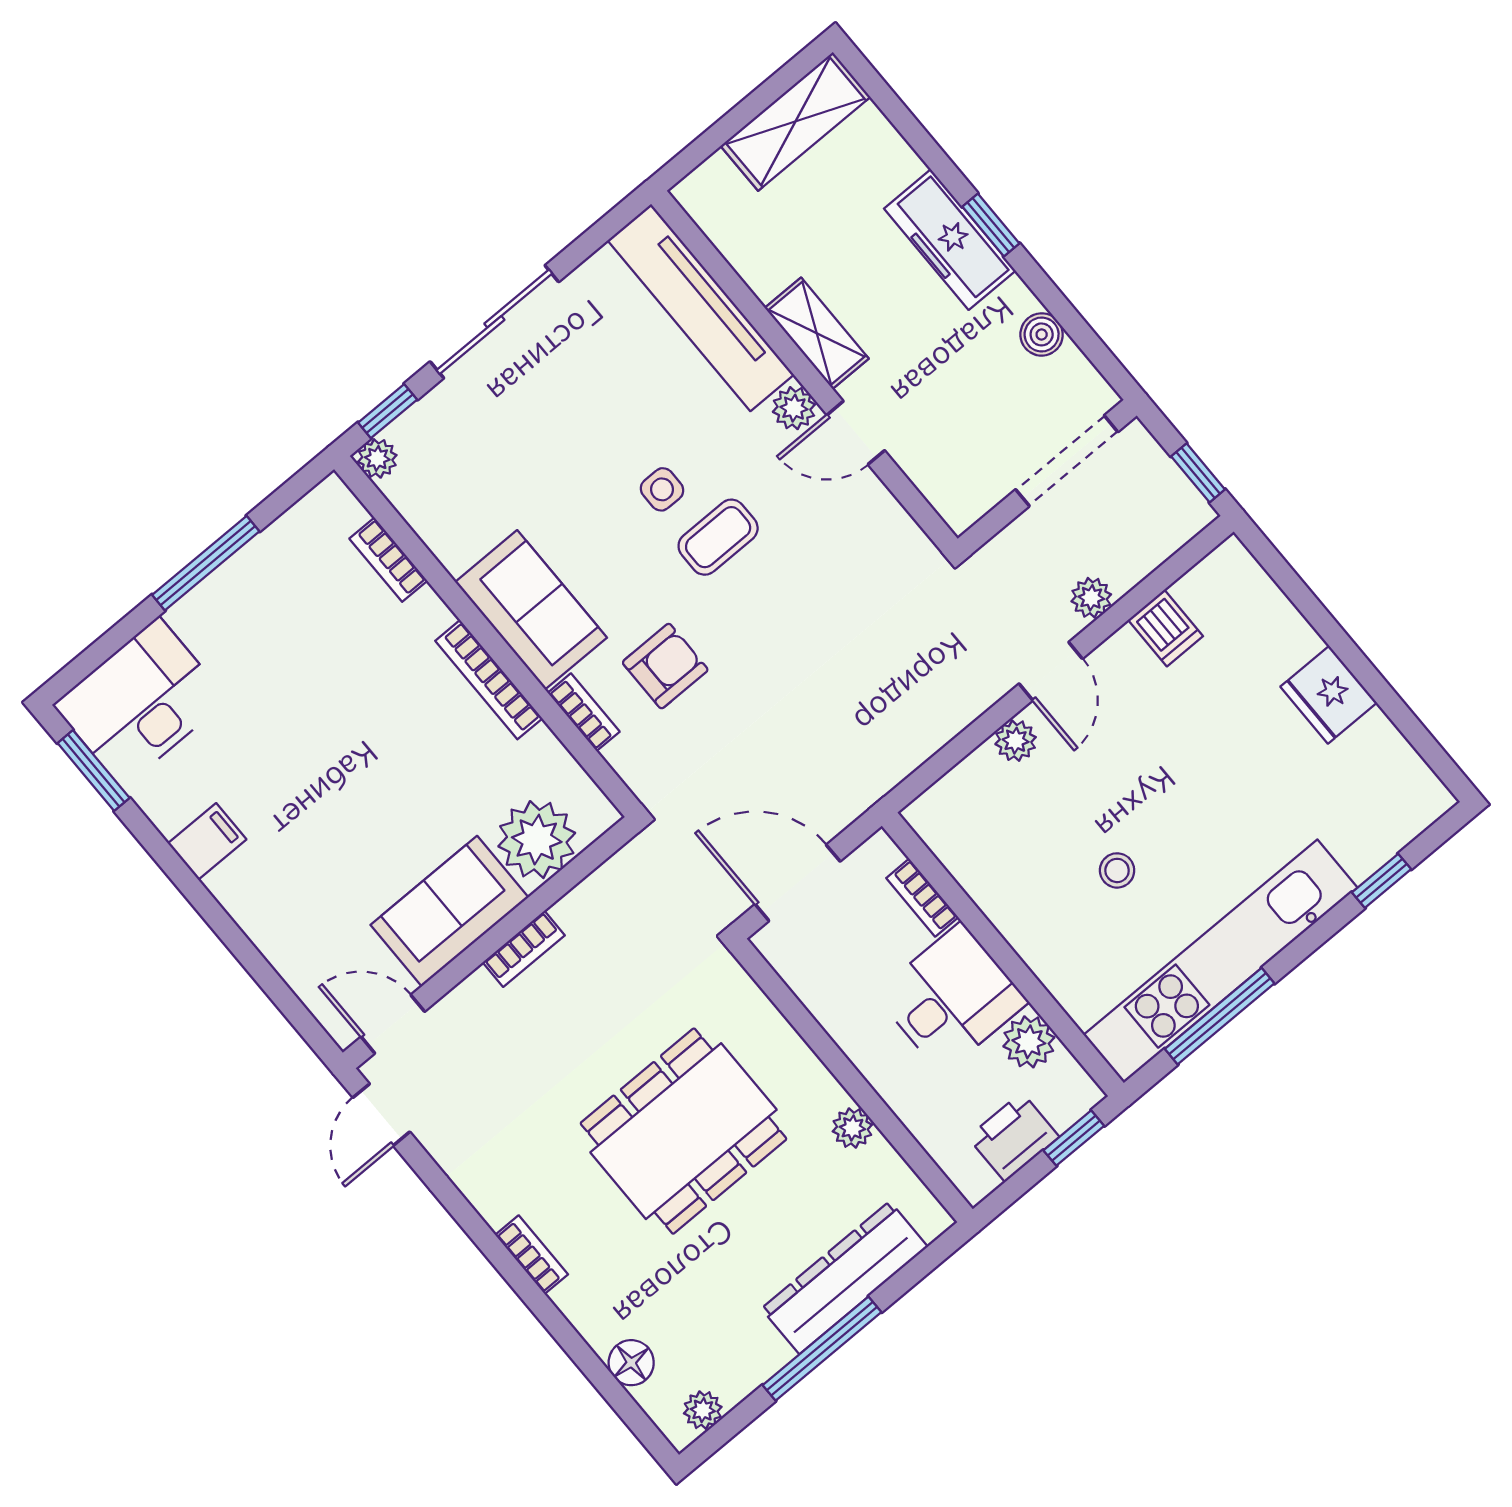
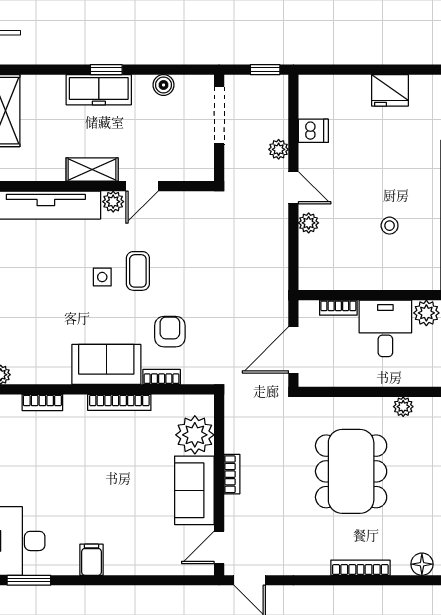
bookcase: (532, 1255) -> (360, 568), width x1.56

